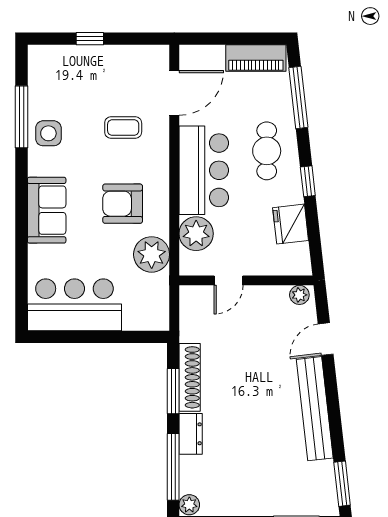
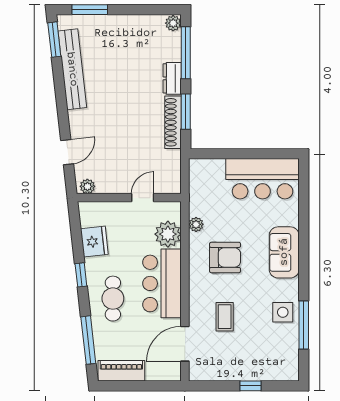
coffee table: (123, 128) -> (225, 317), turned 90
plant: (152, 254) -> (196, 224), width x0.53, depth x0.53
bench: (315, 409) -> (72, 69), moved

